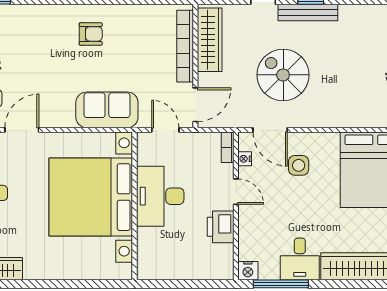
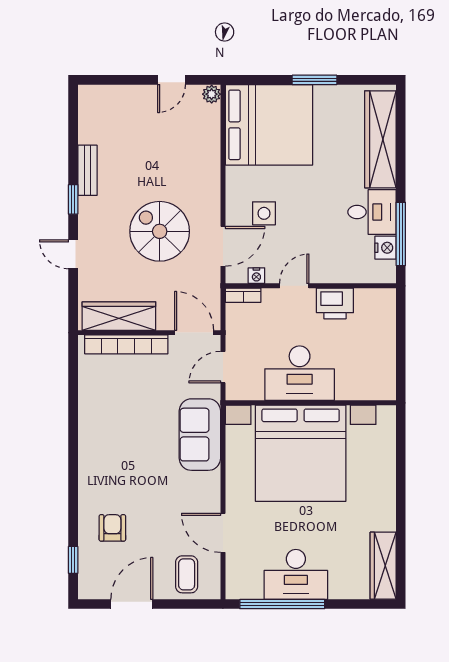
bench: (308, 12) -> (87, 170), moved, width x0.73
armchair: (91, 34) -> (112, 528), moved
spiral stairs: (283, 75) -> (160, 231), turned 90
nightstand: (248, 271) -> (386, 248), moved

